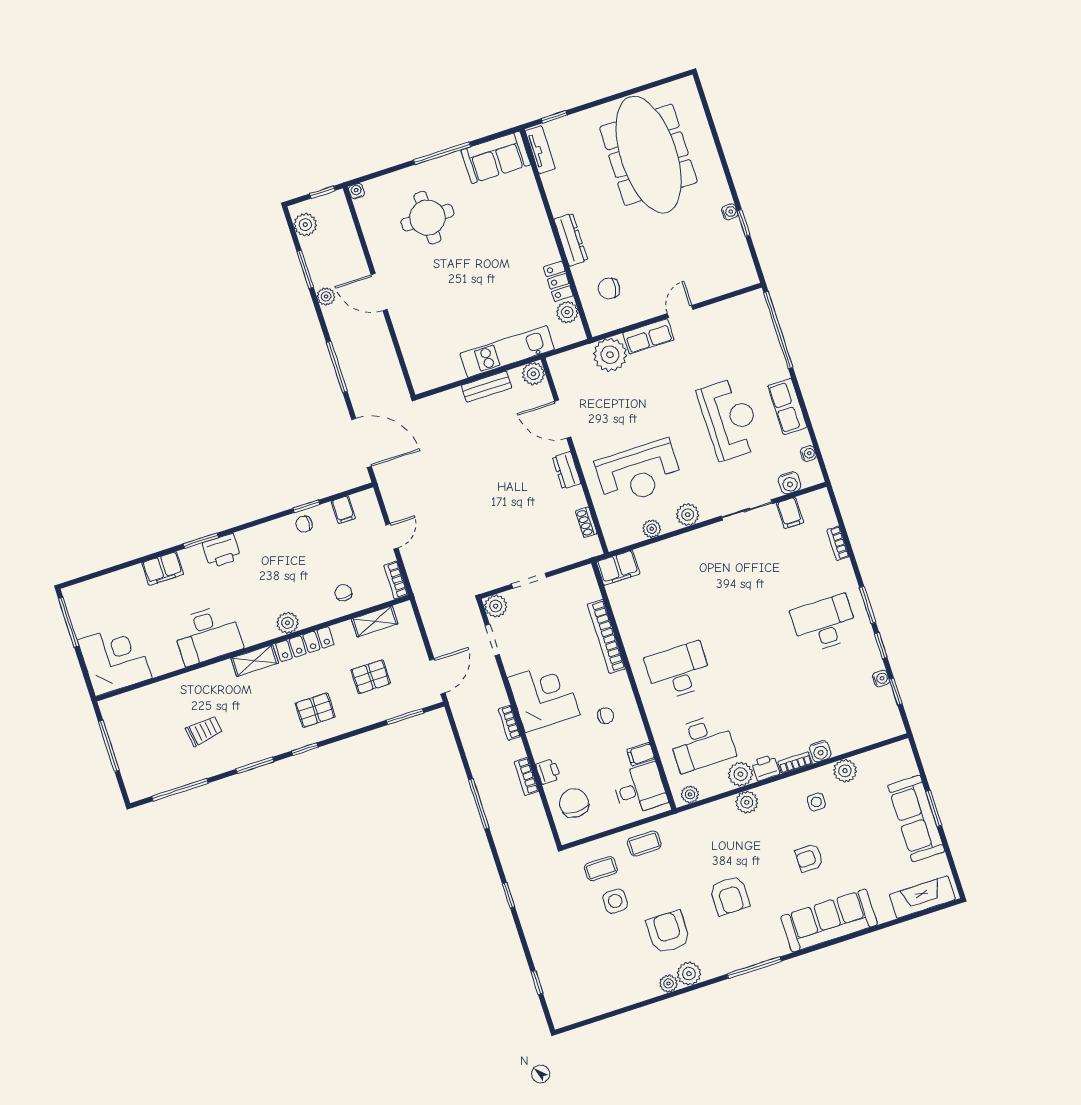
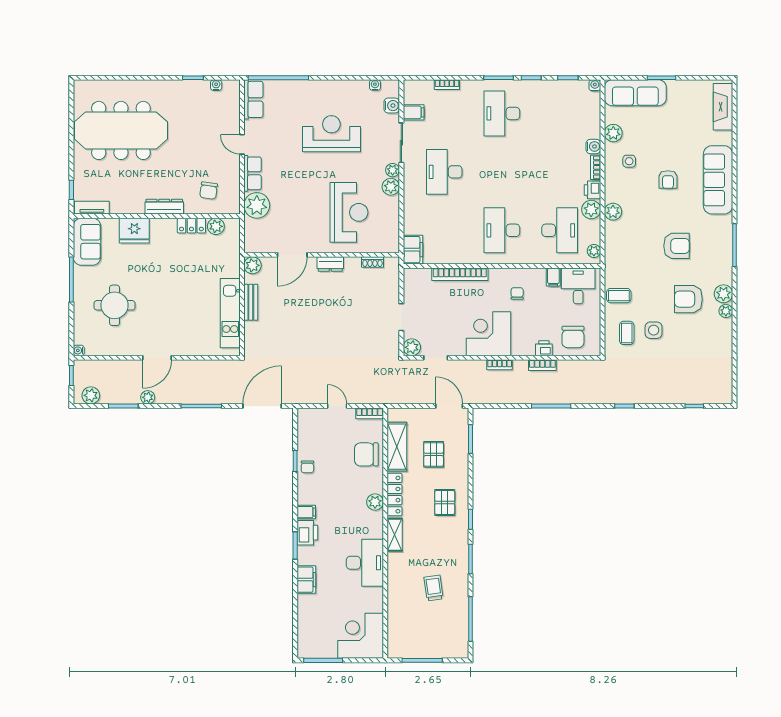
fridge: (529, 212) -> (134, 231), added
water cooler: (730, 212) -> (216, 85), moved
kitchen unit: (507, 352) -> (230, 313), moved
row of seats: (787, 406) -> (253, 99), moved, turned -90
filing cabinet: (343, 510) -> (306, 512), moved
plant: (652, 529) -> (393, 170), moved
desk: (728, 575) -> (444, 172), added
chair: (343, 593) -> (366, 454), width x1.87, depth x1.87
shelving: (375, 621) -> (397, 447), width x1.50, depth x1.33
water cooler: (881, 679) -> (595, 85), moved
chair: (574, 803) -> (573, 337), turned -90
sofa: (916, 818) -> (635, 93), moved
coffee table: (644, 844) -> (619, 296), turned 90

